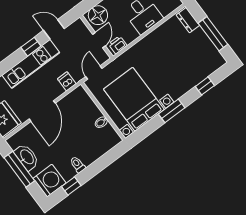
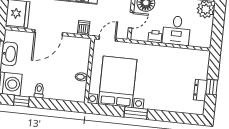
dresser: (188, 20) -> (200, 90), moved
window: (213, 34) -> (212, 87), width x0.46
printer: (118, 45) -> (155, 37), moved
window: (205, 86) -> (174, 117), removed

